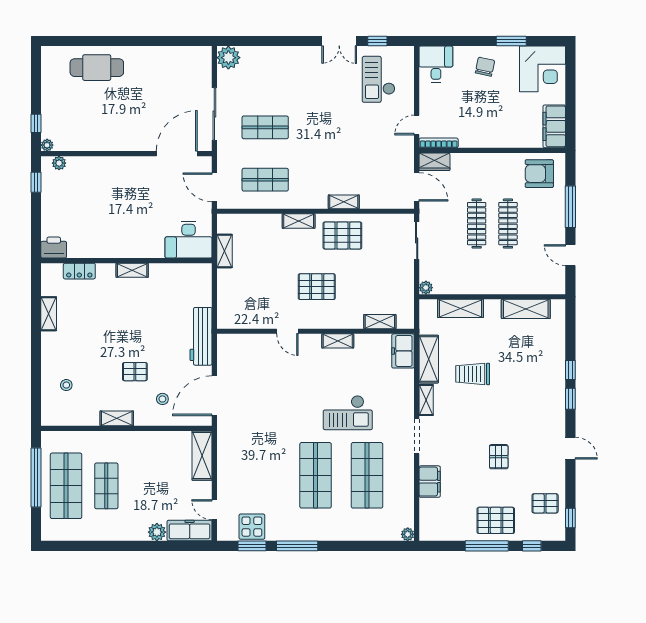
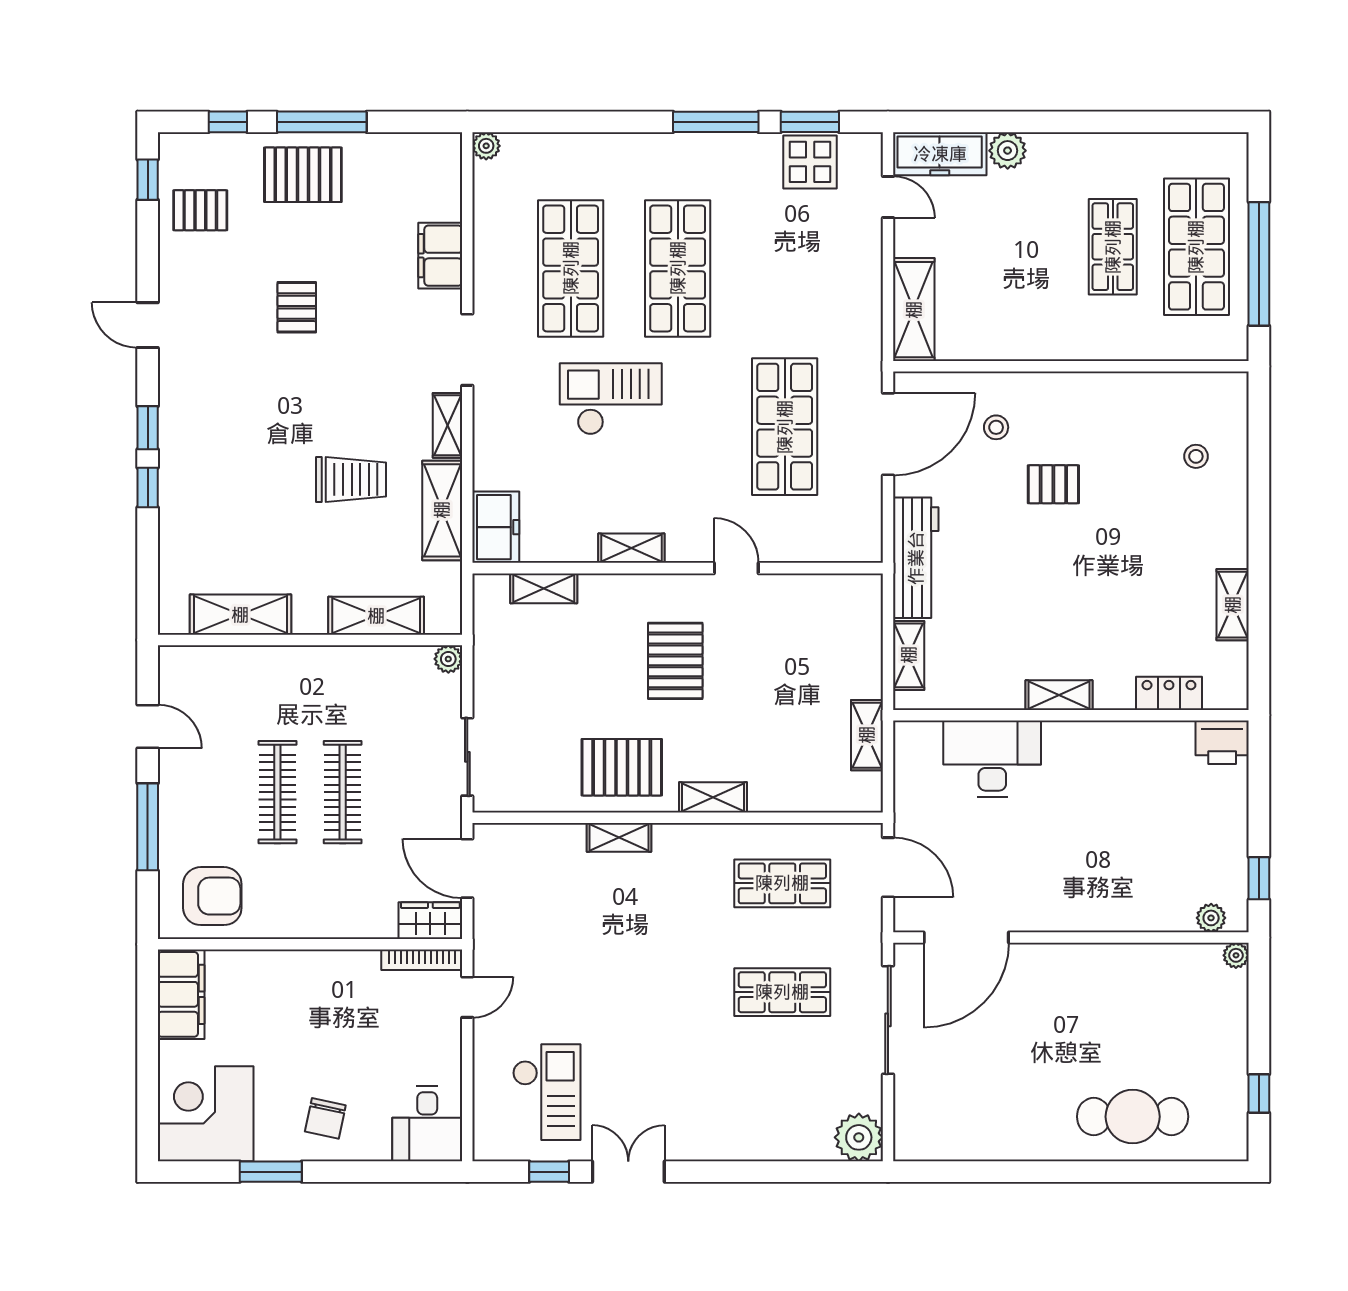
window: (36, 123) -> (1259, 1094), moved
desk: (189, 240) -> (992, 759), moved
pallet: (317, 287) -> (675, 661), turned 90
shop shelf: (264, 399) -> (785, 427), added
shelving: (117, 418) -> (909, 655), moved, turned 90

